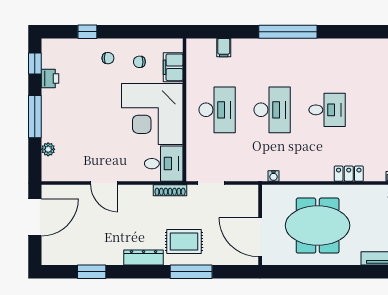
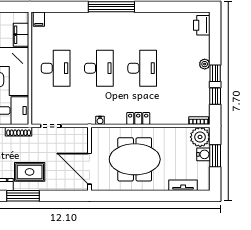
filing cabinet: (224, 48) -> (39, 19), moved
desk: (327, 110) -> (142, 68), width x1.37
locker: (349, 174) -> (138, 118), moved
window: (191, 272) -> (23, 196), moved

